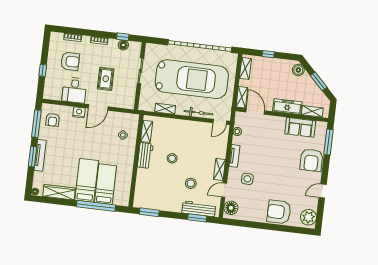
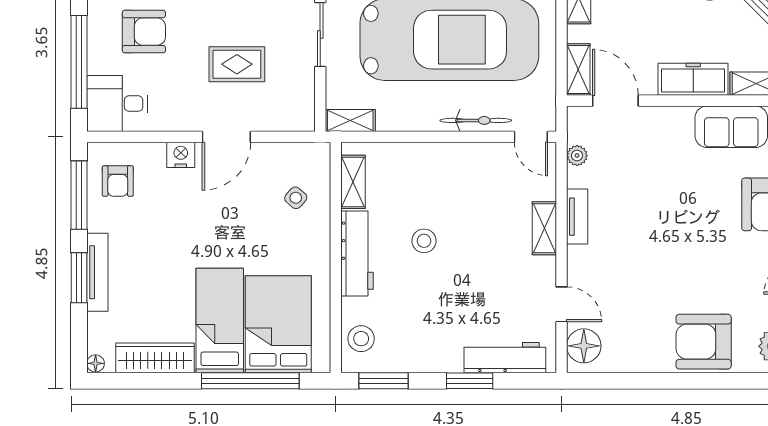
window: (43, 70) -> (79, 62), width x3.17
rug: (106, 79) -> (237, 64), turned 90
desk: (74, 90) -> (117, 104), moved, turned 90
shelving: (165, 109) -> (350, 121), moved
door: (220, 122) -> (531, 137), hinge flipped
workbench: (145, 155) -> (357, 253), width x1.38
shelving: (219, 169) -> (544, 228), moved
side table: (247, 179) -> (616, 269), removed
stool: (191, 183) -> (361, 339), moved
bed: (106, 184) -> (278, 324), width x1.50
door: (224, 190) -> (561, 304), swing flipped
window: (197, 218) -> (470, 381), moved

